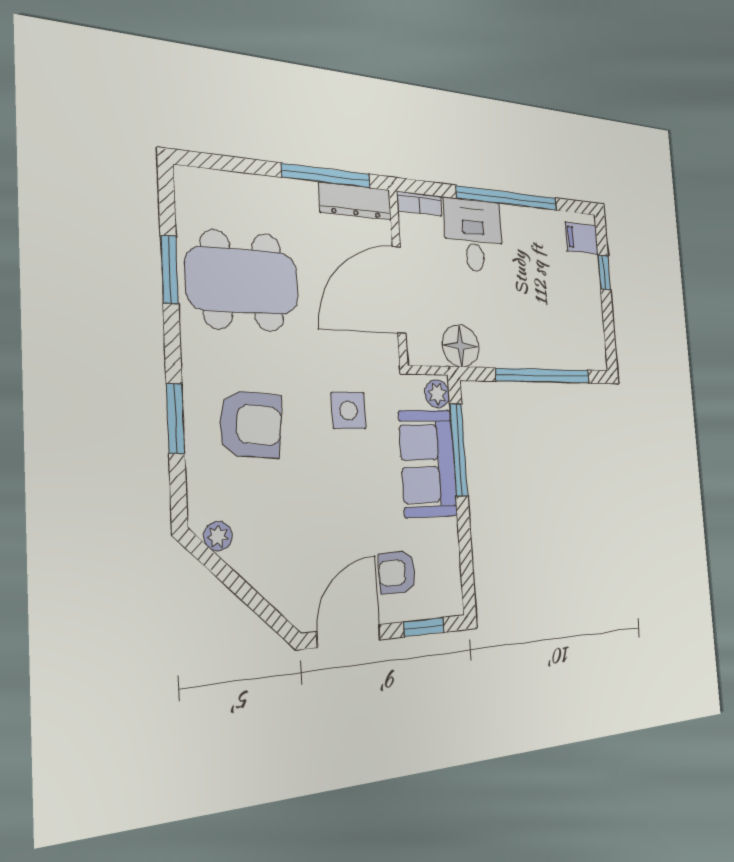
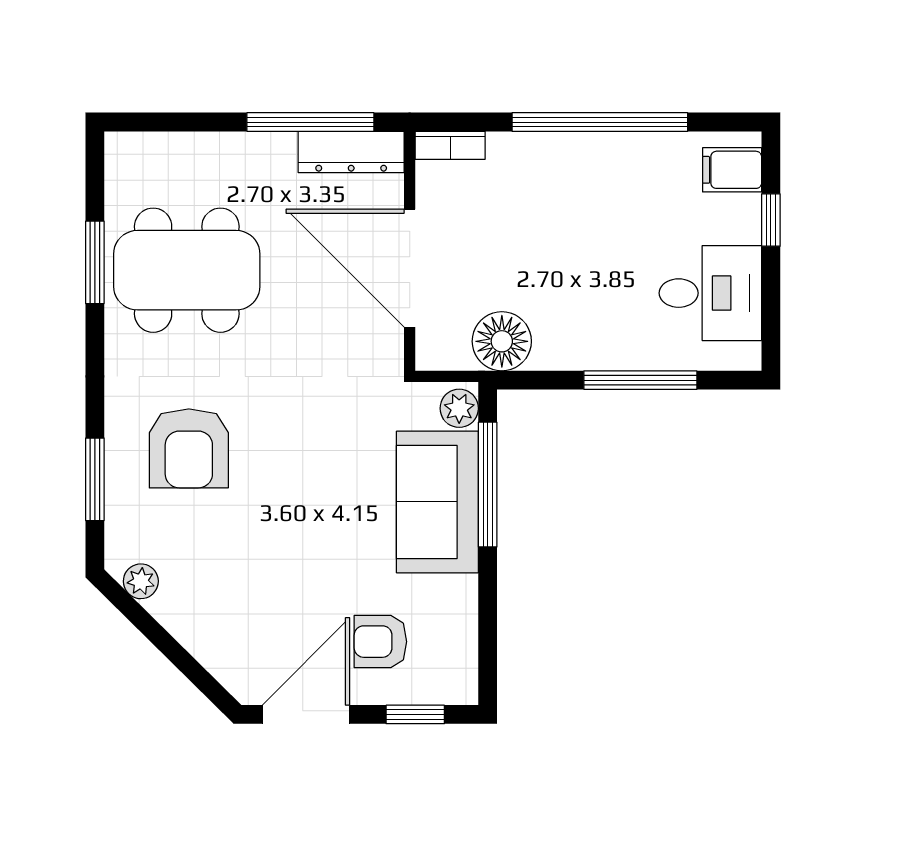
desk: (474, 235) -> (710, 293), moved, turned 90
door: (399, 290) -> (410, 268), hinge flipped
window: (543, 376) -> (640, 380), width x0.68
side table: (349, 410) -> (324, 431), removed
window: (175, 418) -> (95, 479), moved
armchair: (251, 424) -> (189, 448), turned 85

